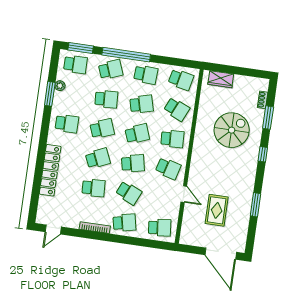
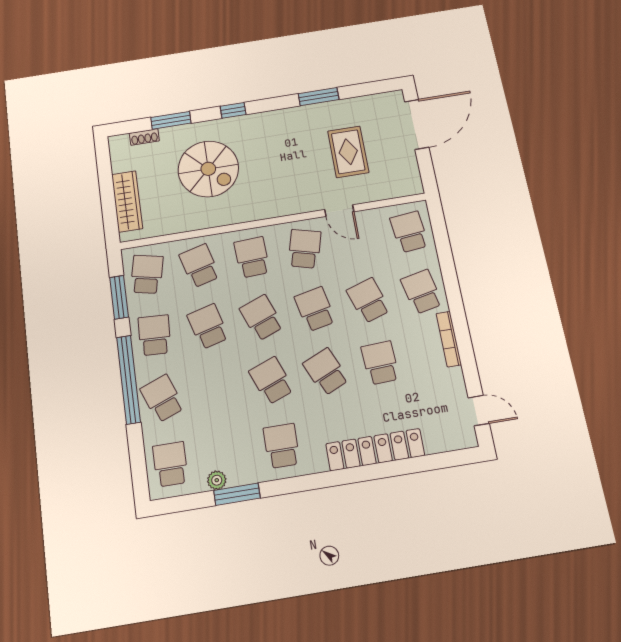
window: (81, 48) -> (119, 297), moved
wardrobe: (221, 79) -> (127, 201), width x1.50
school desk: (106, 99) -> (217, 390), removed
school desk: (177, 109) -> (200, 266), turned -39
spiral stairs: (232, 130) -> (208, 169), turned 180
school desk: (129, 193) -> (368, 300), turned -42
door: (184, 194) -> (339, 211), swing flipped
rug: (217, 210) -> (348, 152), turned 90

